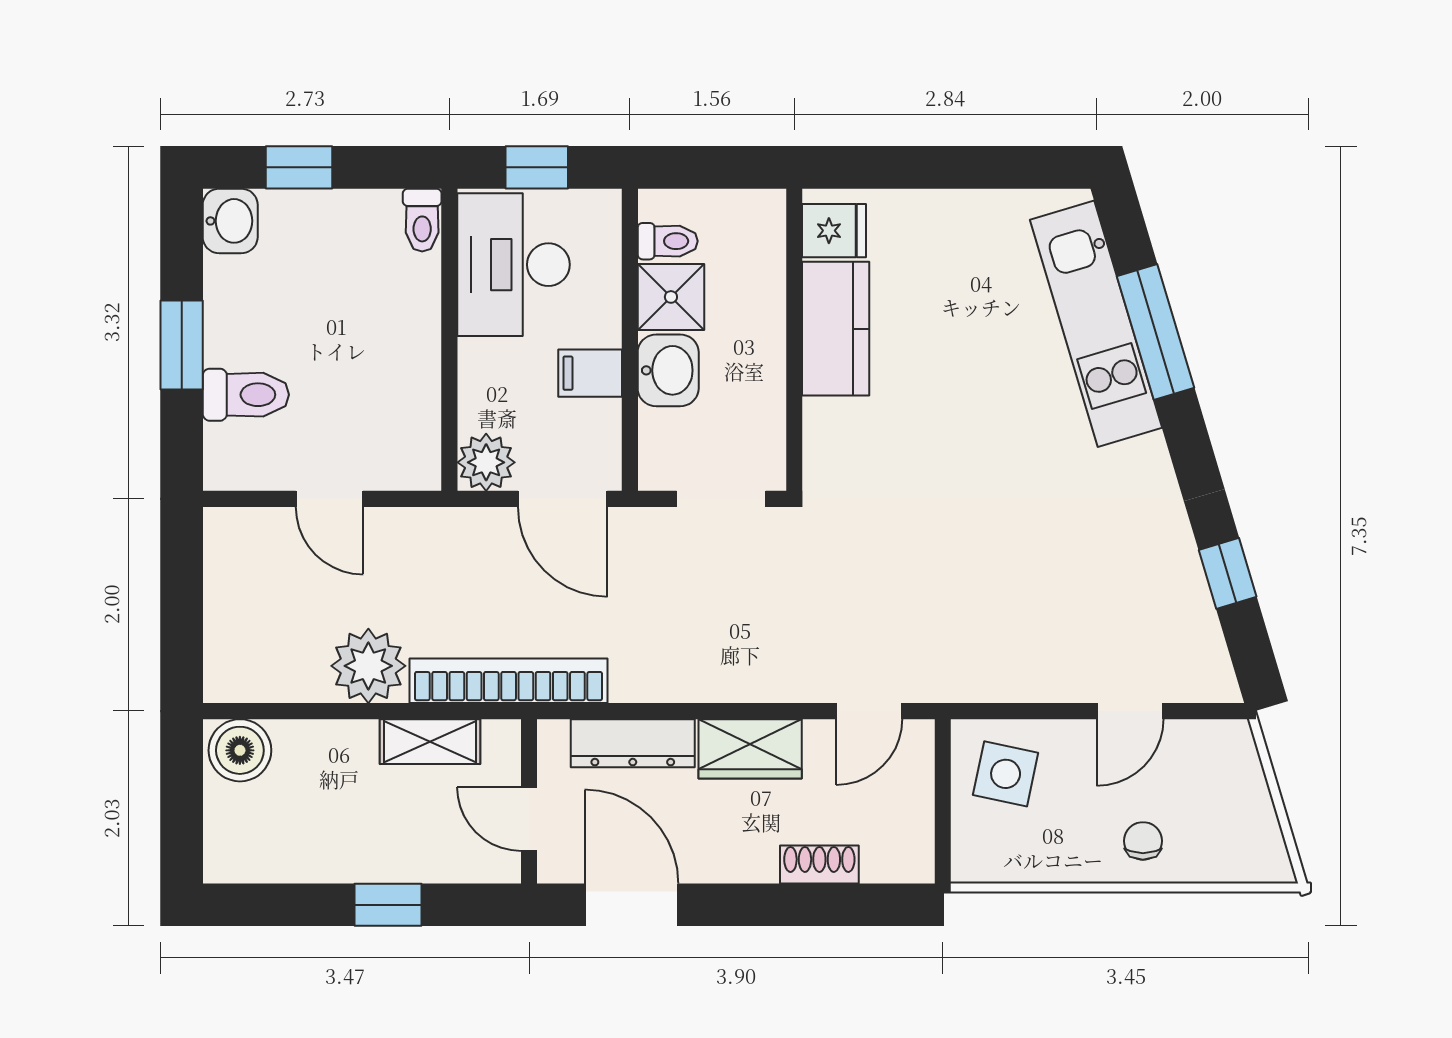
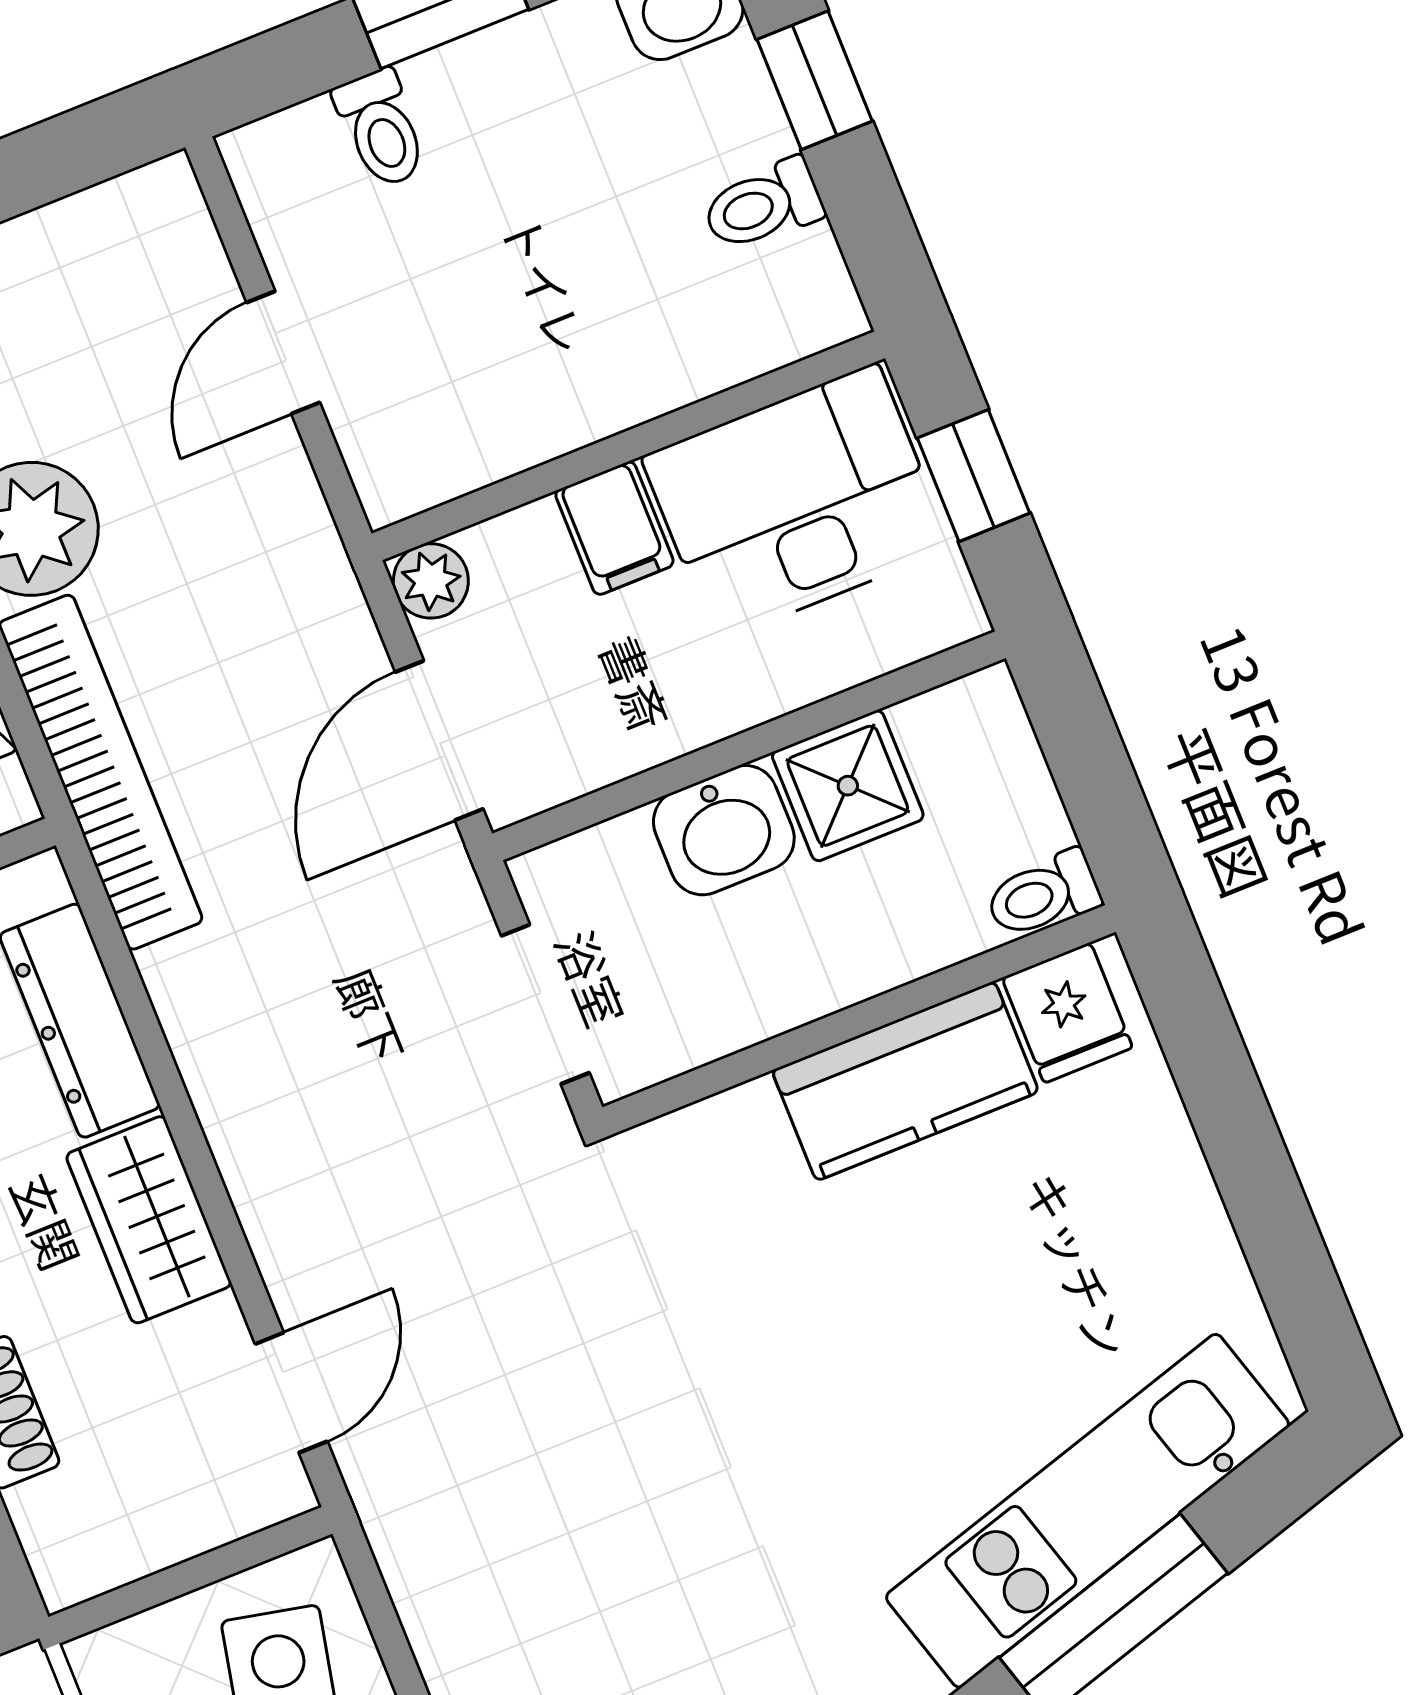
toilet: (422, 220) -> (763, 205), moved
toilet: (668, 241) -> (1043, 895), moved, turned 90
filing cabinet: (590, 373) -> (614, 528), moved, turned 180
toilet: (246, 395) -> (381, 129), width x0.73, depth x0.72
plant: (486, 462) -> (431, 581), width x0.73, depth x0.73
door: (869, 711) -> (291, 1393), swing flipped

